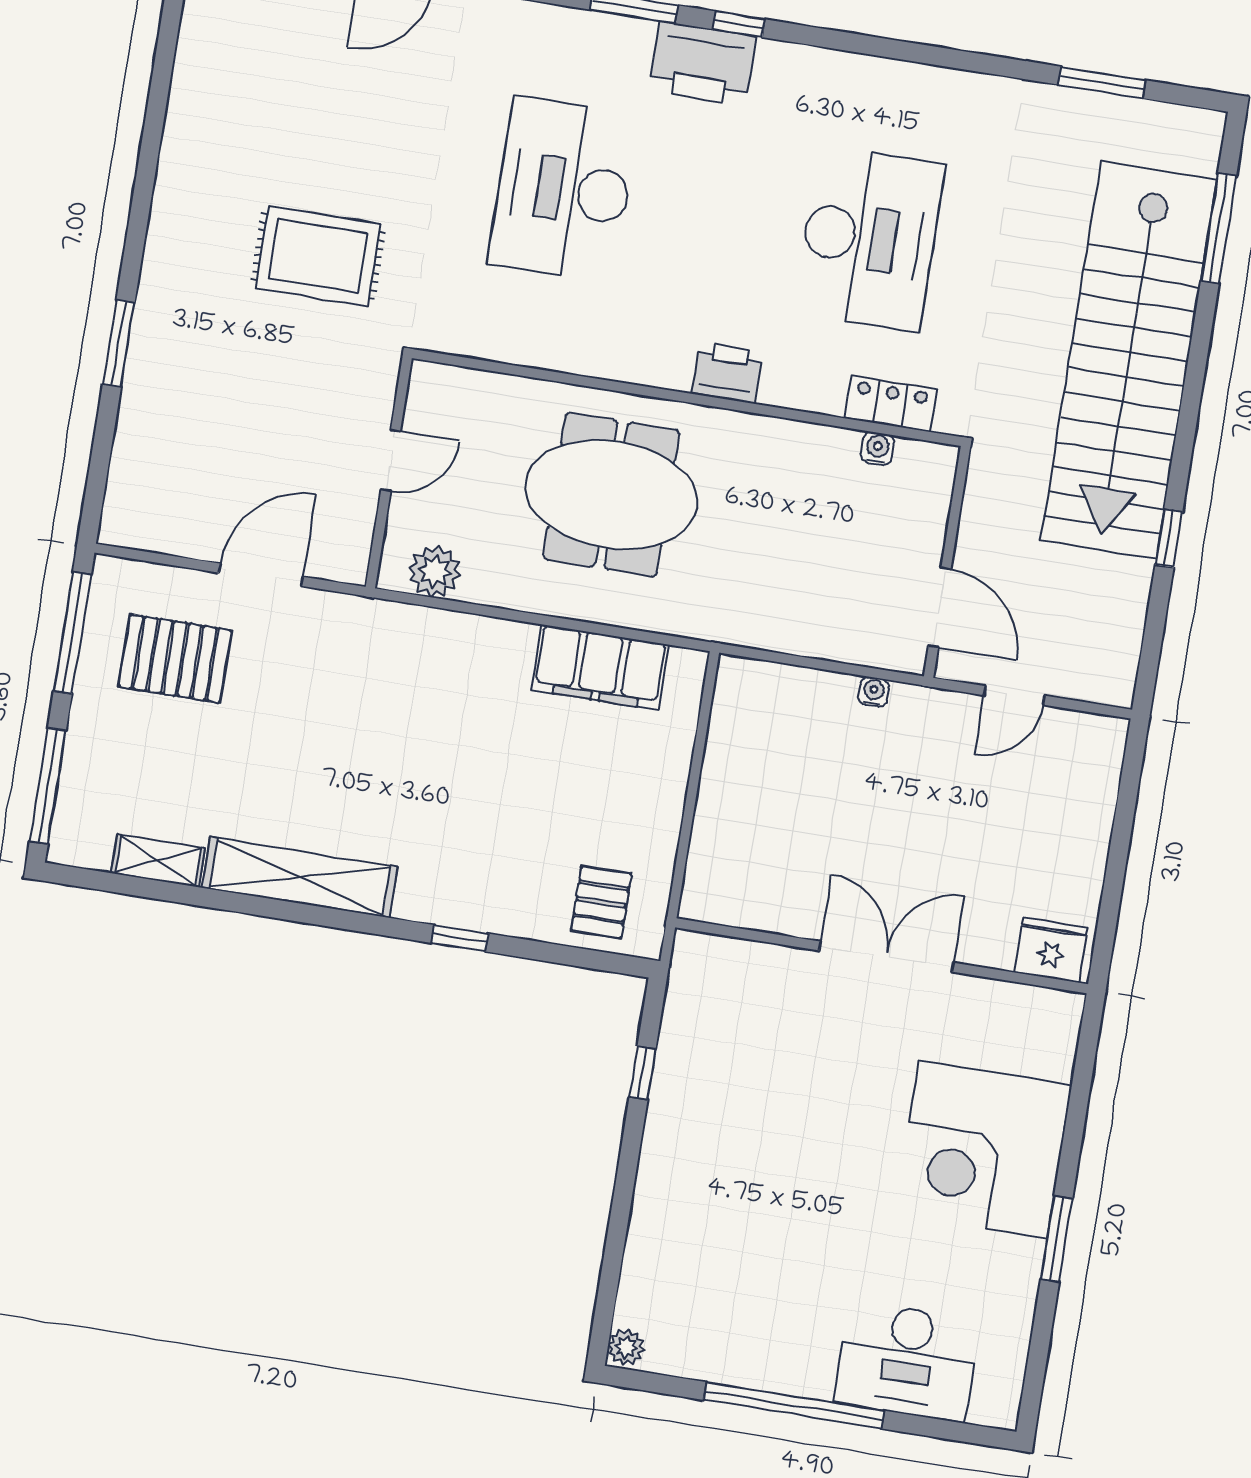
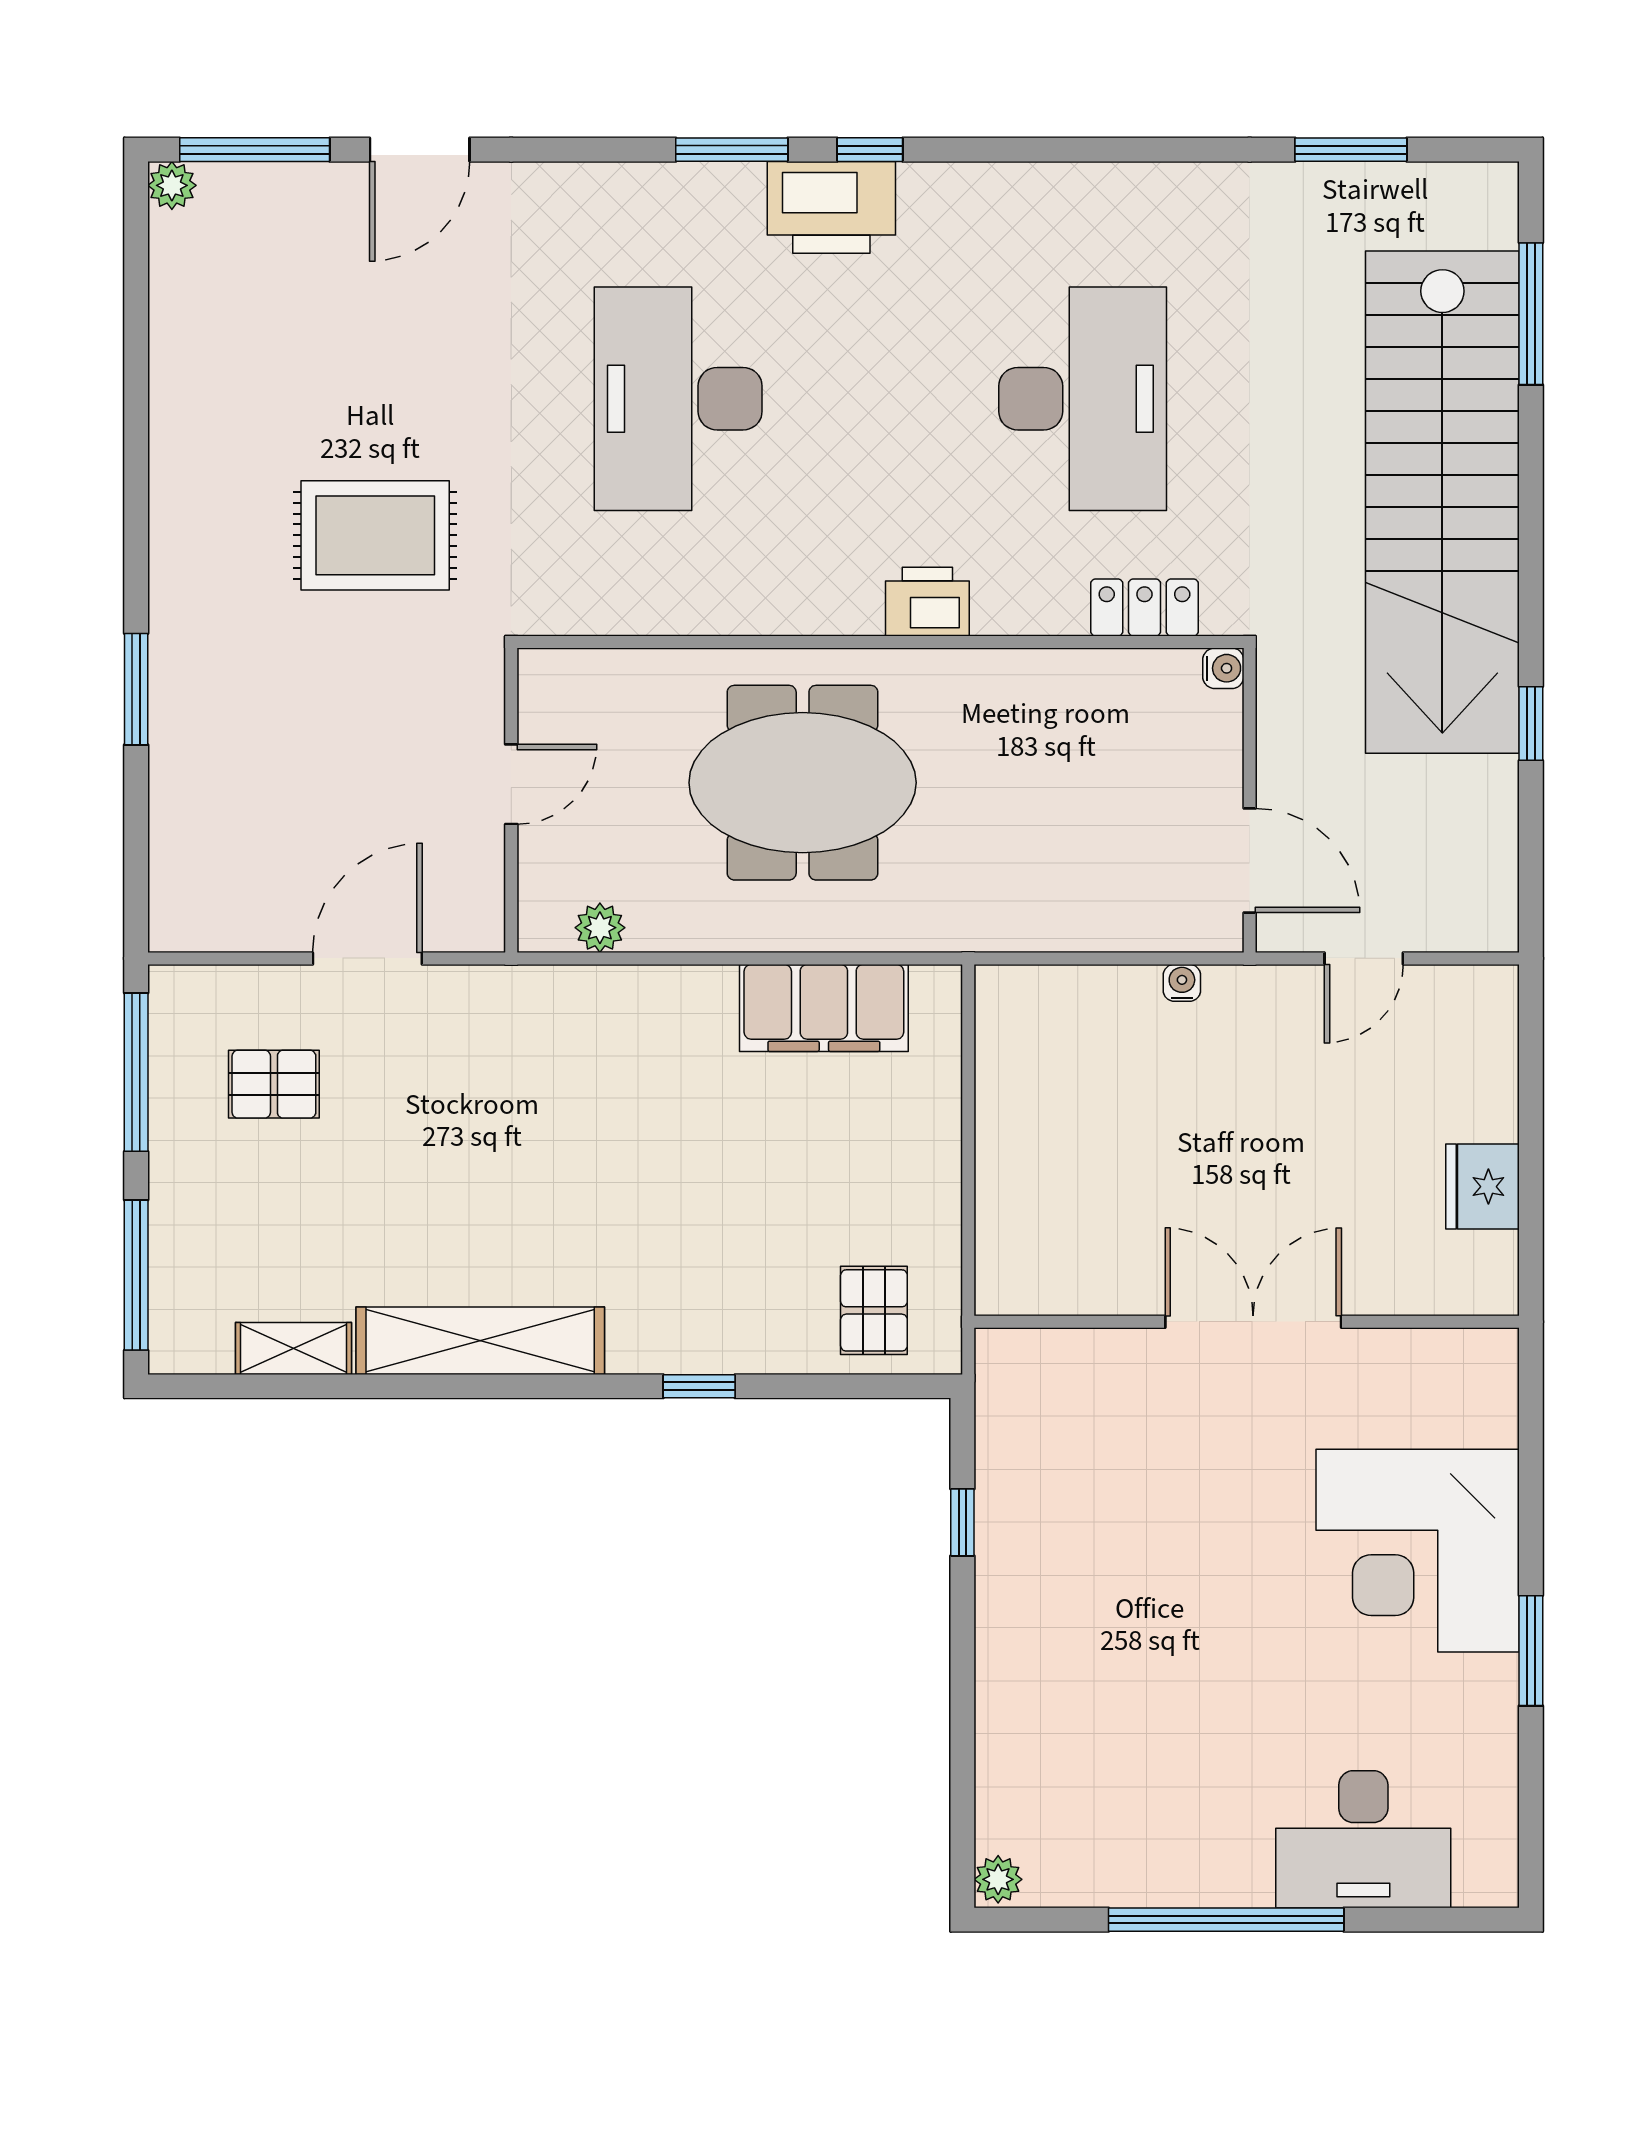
water cooler: (877, 449) -> (1223, 668), moved, turned 90
plant: (435, 572) -> (600, 928), width x0.73, depth x0.73
pallet: (175, 658) -> (274, 1084), width x0.67, depth x0.71
fridge: (1051, 950) -> (1483, 1187), moved, turned -90

